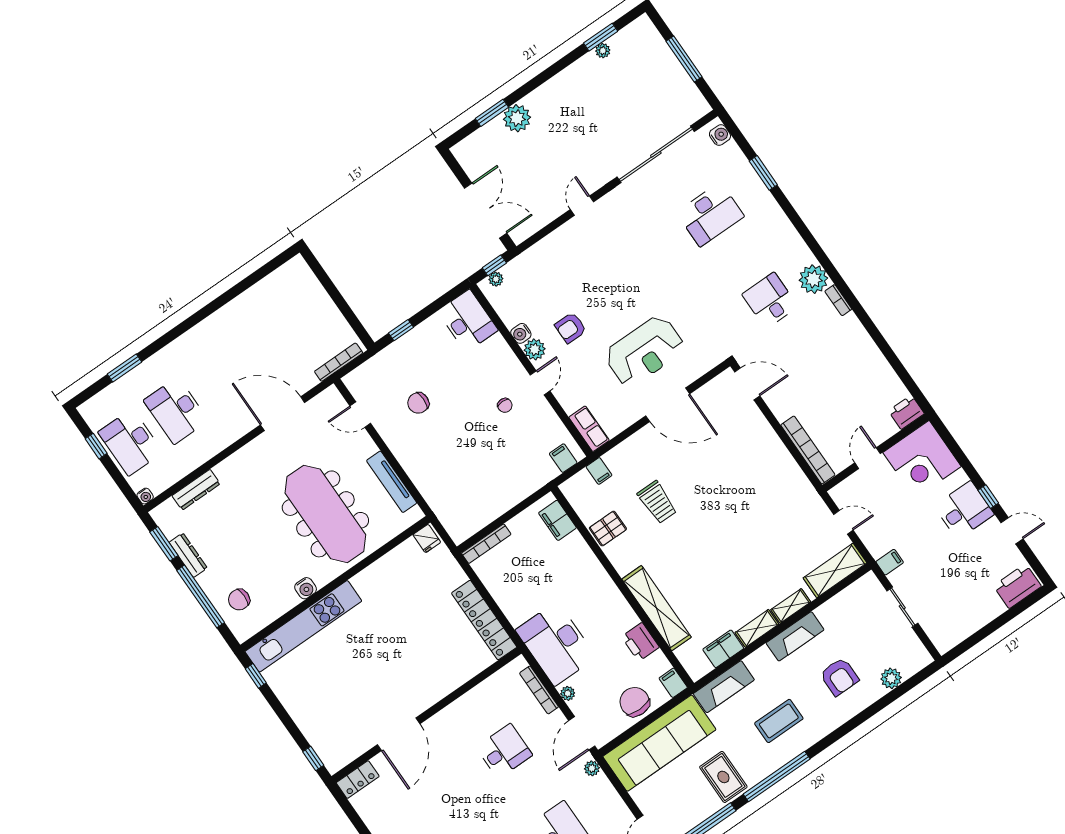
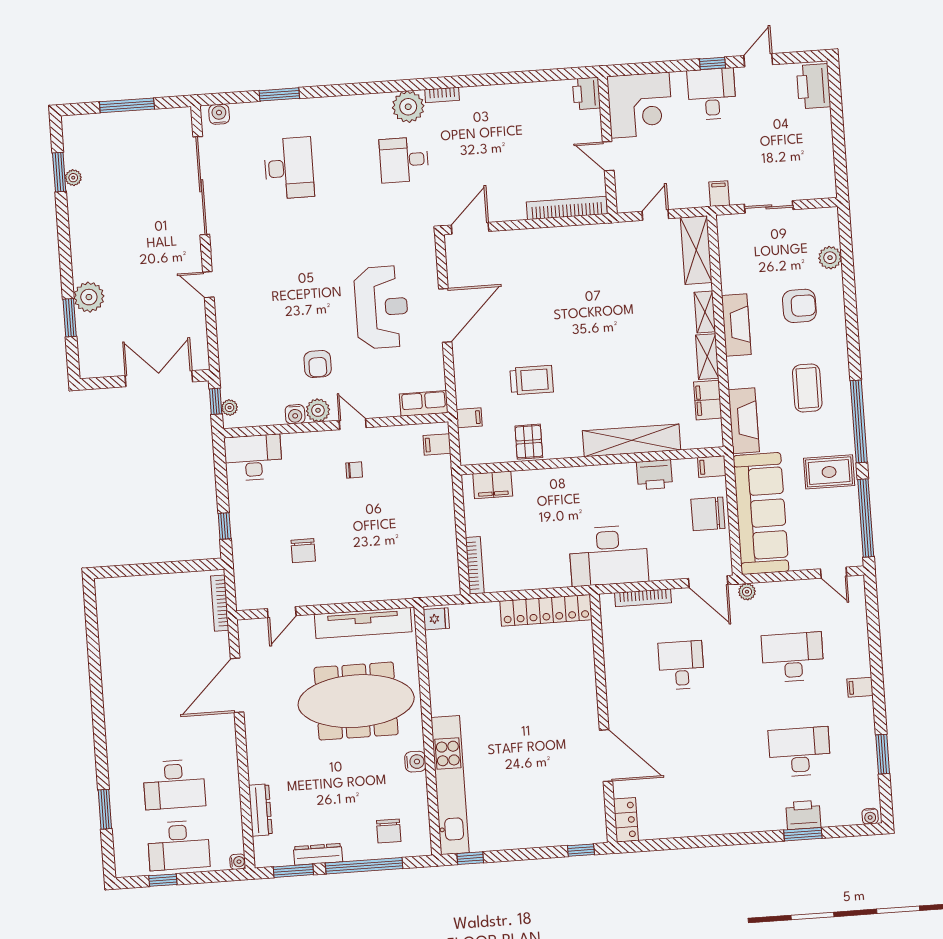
tv unit: (392, 482) -> (363, 623), width x1.36, depth x1.29
plant: (568, 693) -> (662, 572), removed

